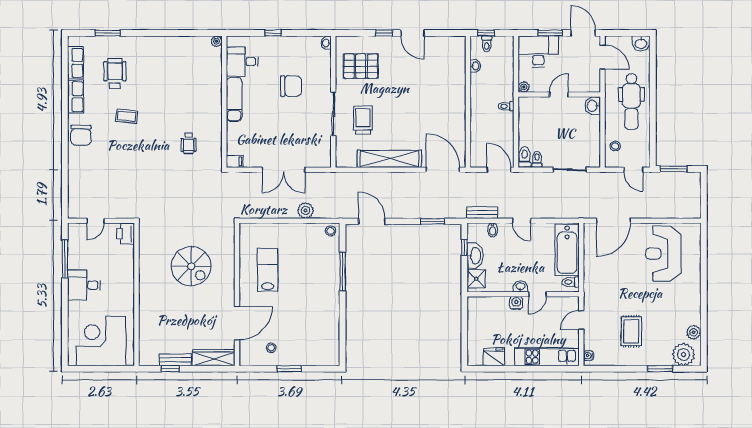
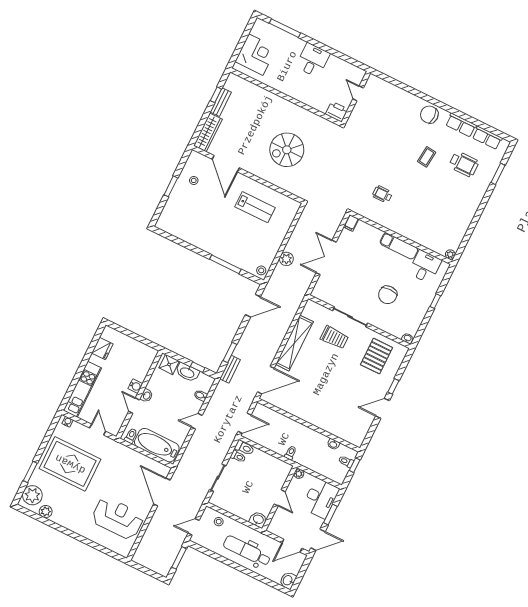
bench: (482, 213) -> (230, 369), moved
window: (65, 259) -> (285, 28), moved
rug: (631, 331) -> (70, 464), width x1.86, depth x2.06
corner desk: (101, 341) -> (256, 55), width x0.74, depth x0.74

